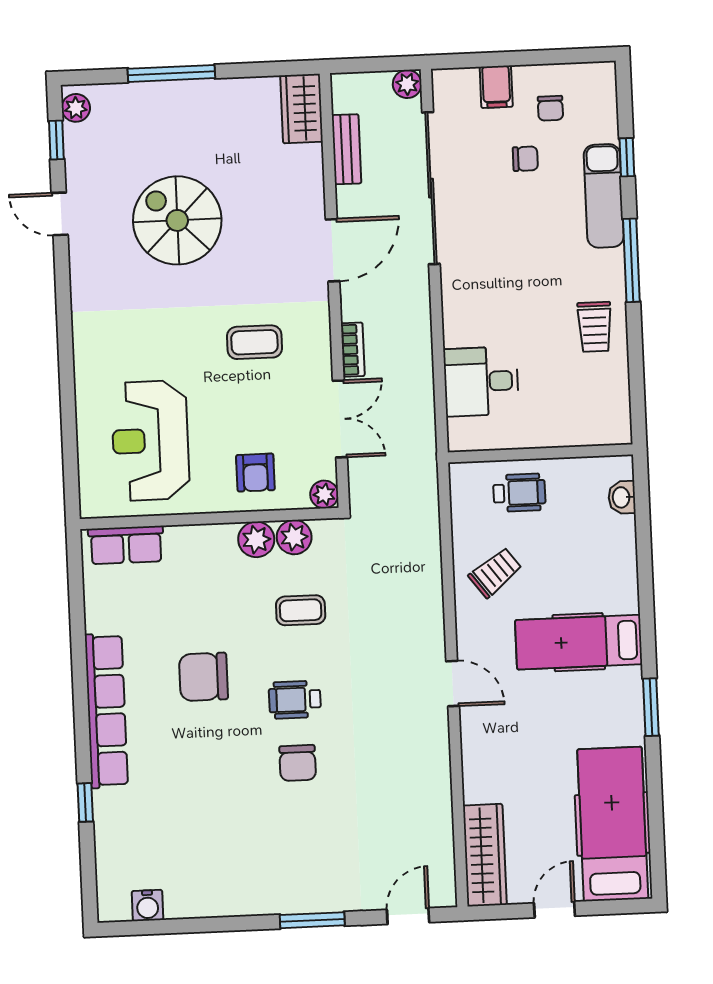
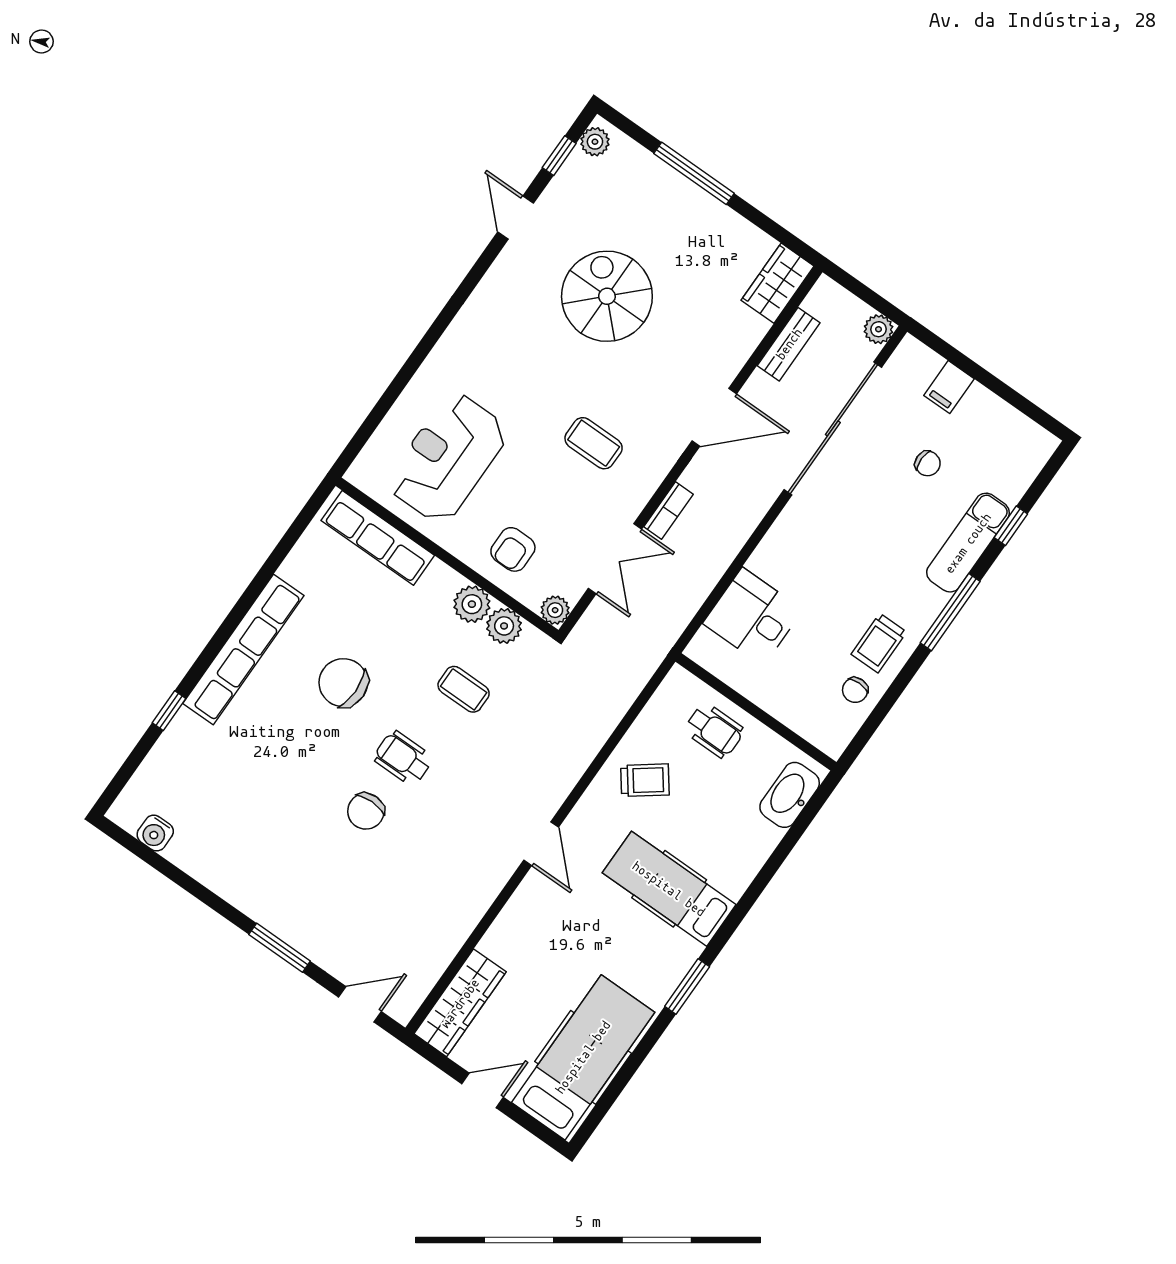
chair: (550, 108) -> (855, 690), moved
washbasin: (622, 497) -> (790, 795), width x1.91, depth x1.45
row of seats: (126, 545) -> (378, 538), width x1.48

